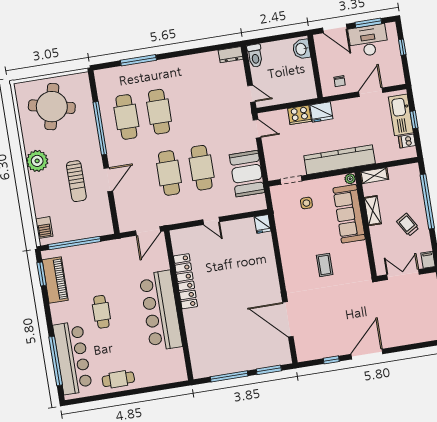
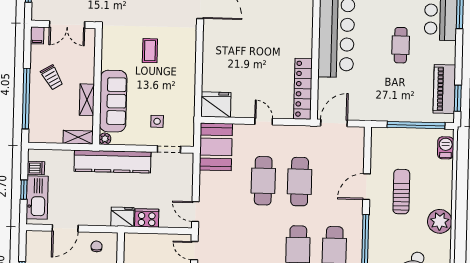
booth: (247, 174) -> (216, 147), moved
fridge: (262, 224) -> (216, 105), width x1.88, depth x1.34
locker: (185, 281) -> (303, 89), moved

